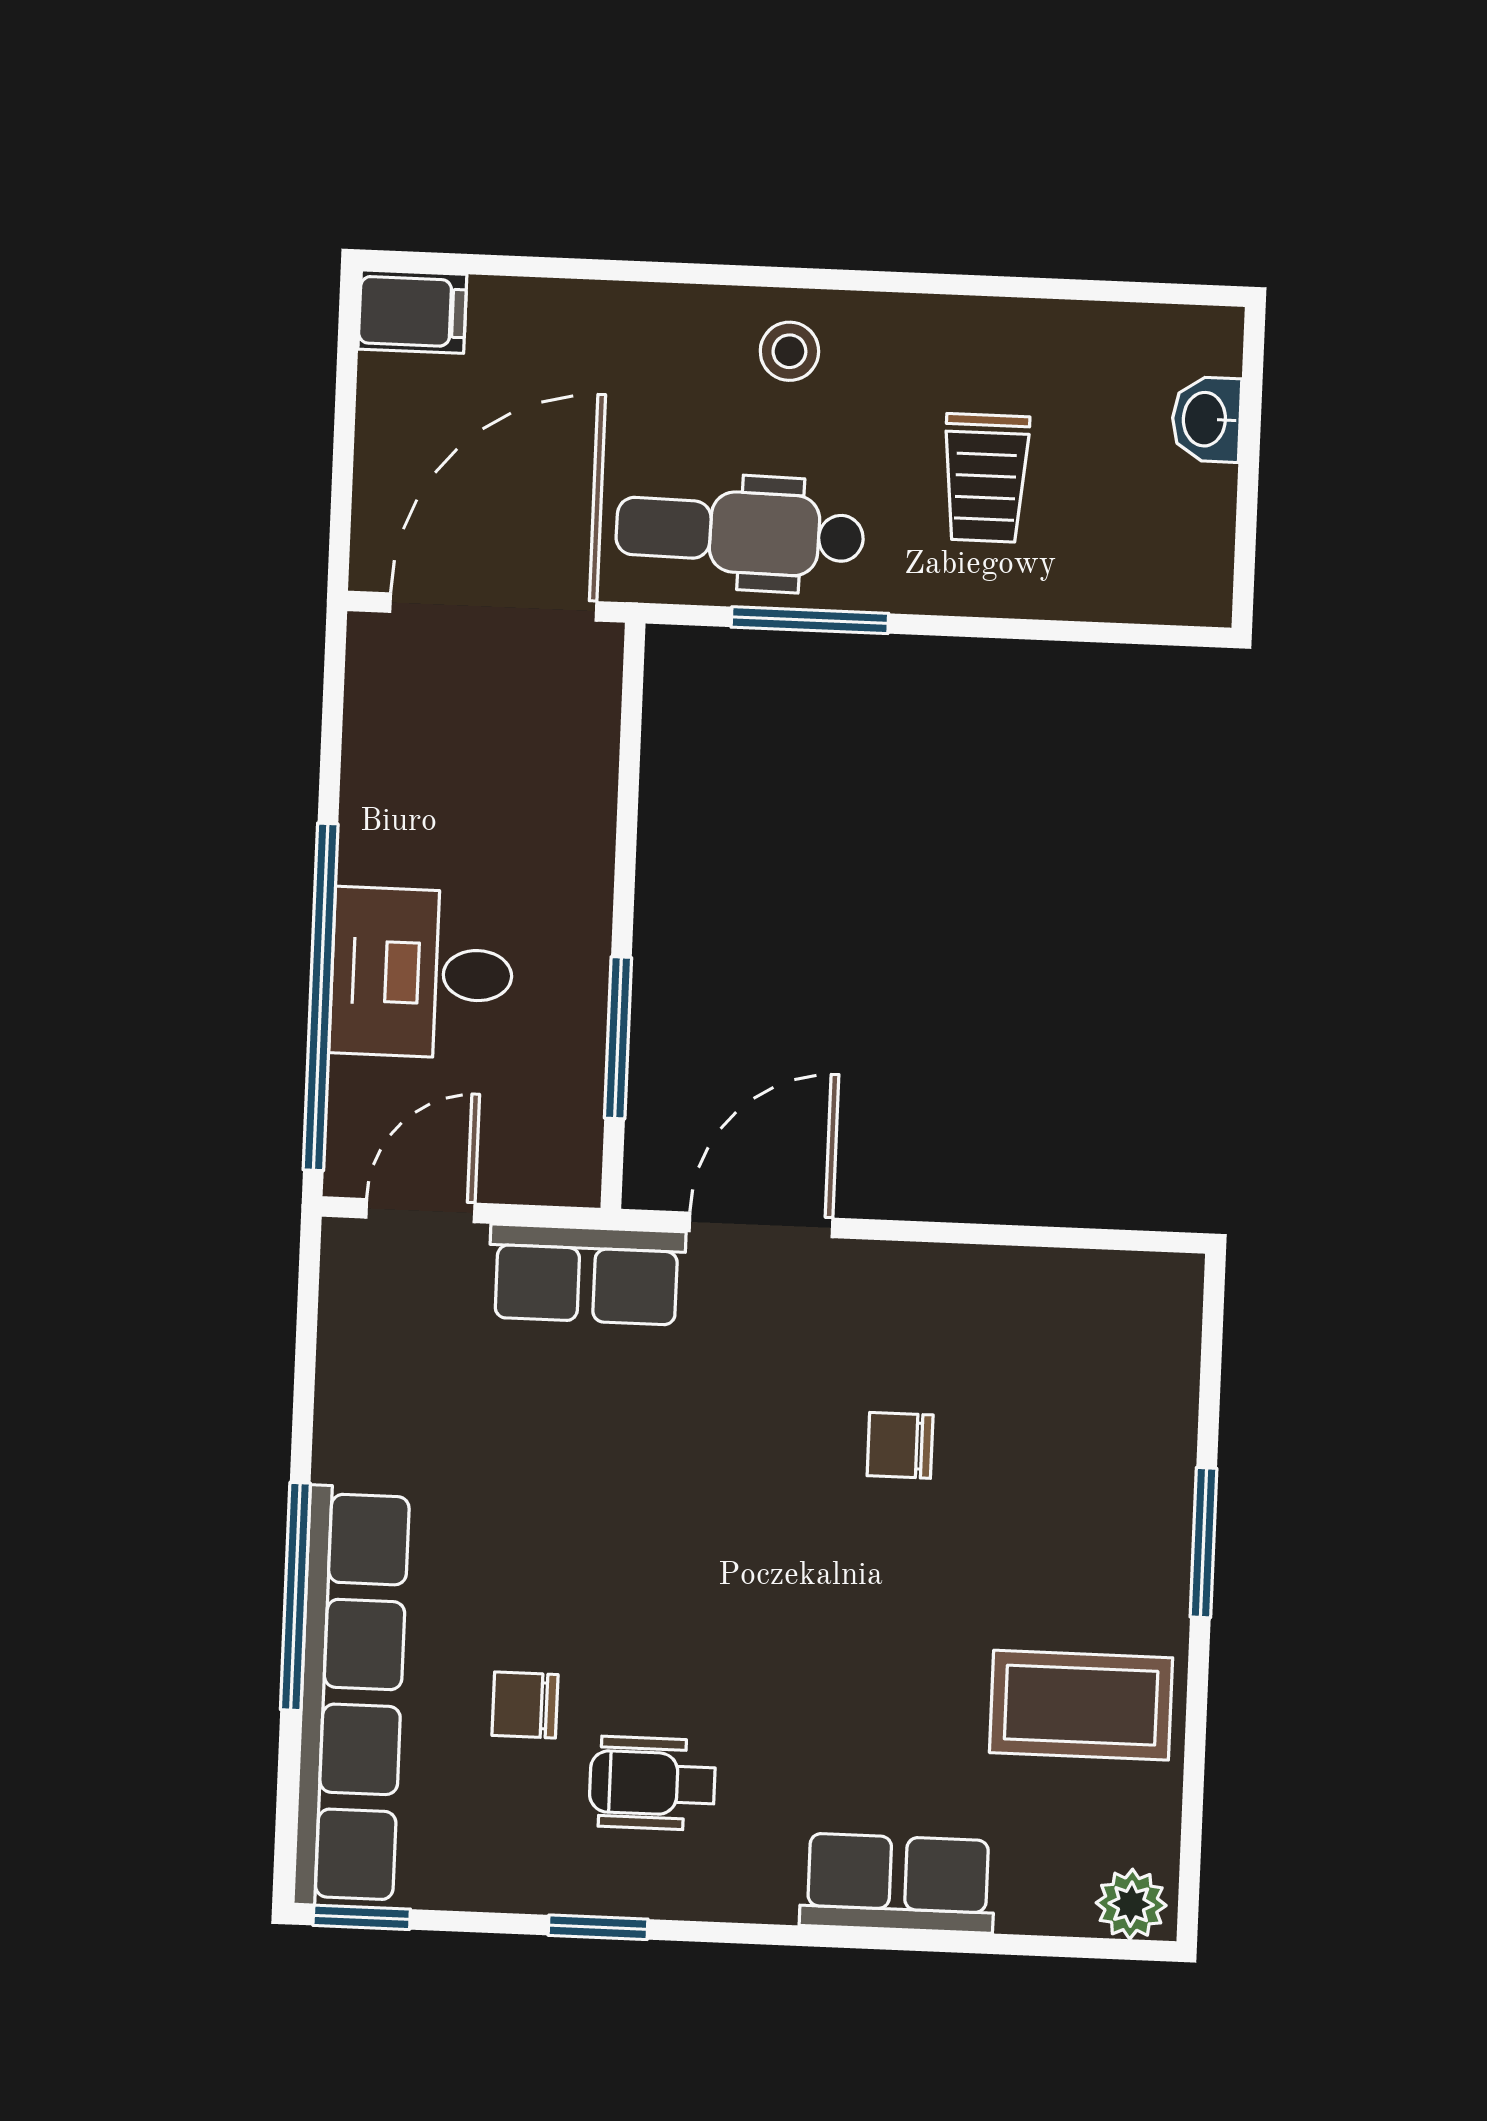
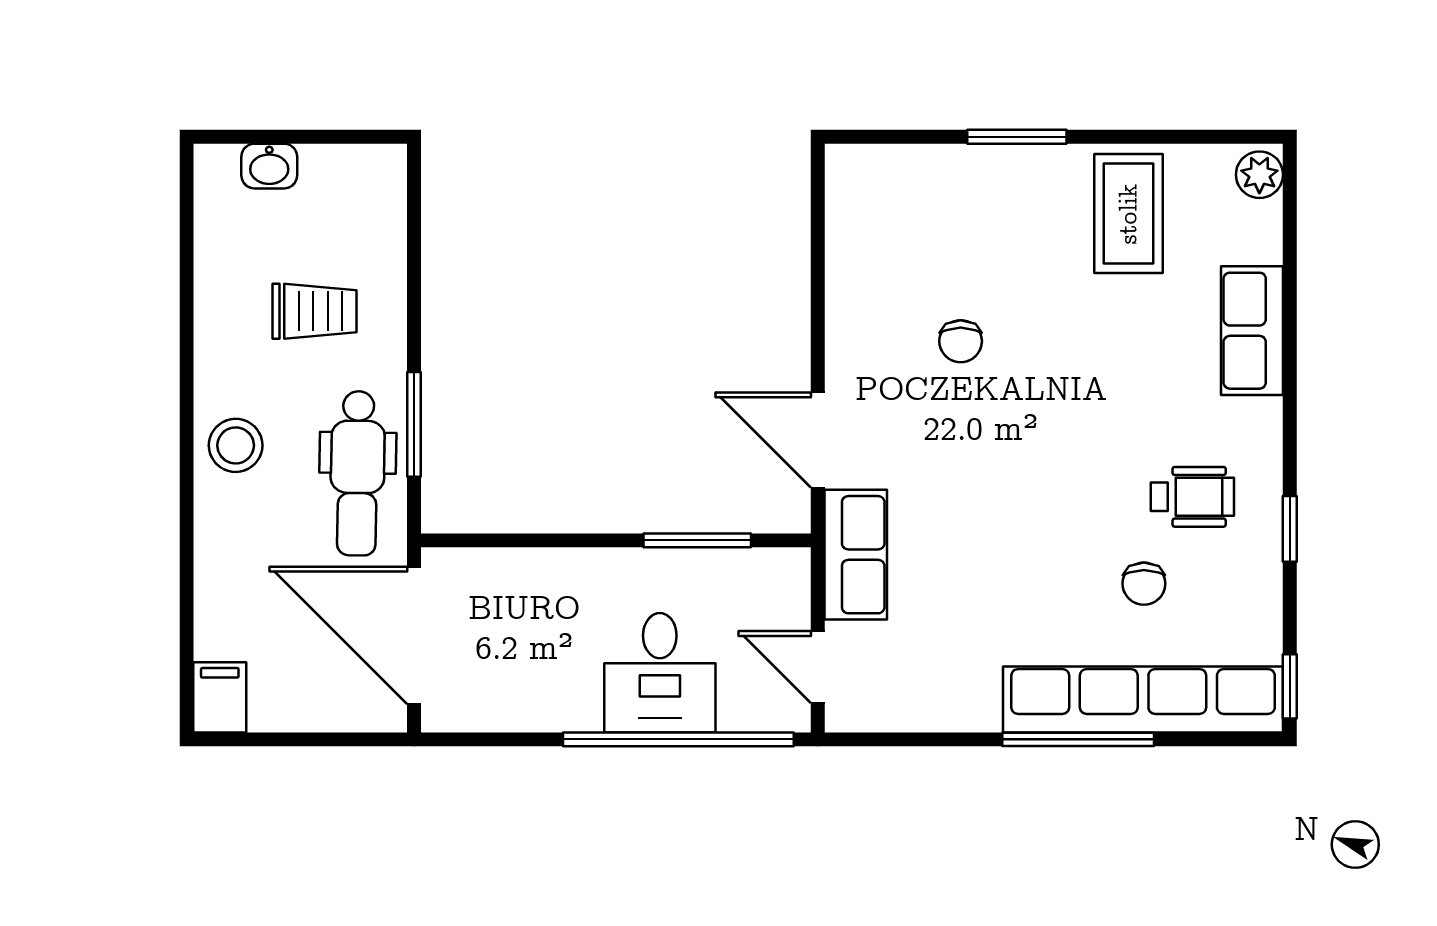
stool: (789, 351) -> (236, 445), width x1.37, depth x1.37
wheelchair: (652, 1783) -> (1192, 497), turned -90

